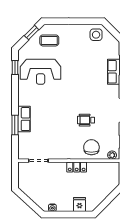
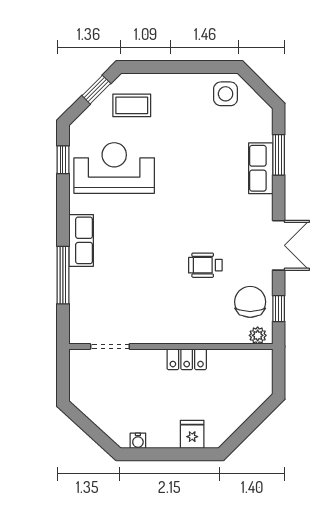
reception desk: (41, 72) -> (114, 168), turned 180
row of seats: (24, 119) -> (81, 240), moved
window: (15, 125) -> (63, 275), width x1.44
chair: (91, 147) -> (250, 302), moved

